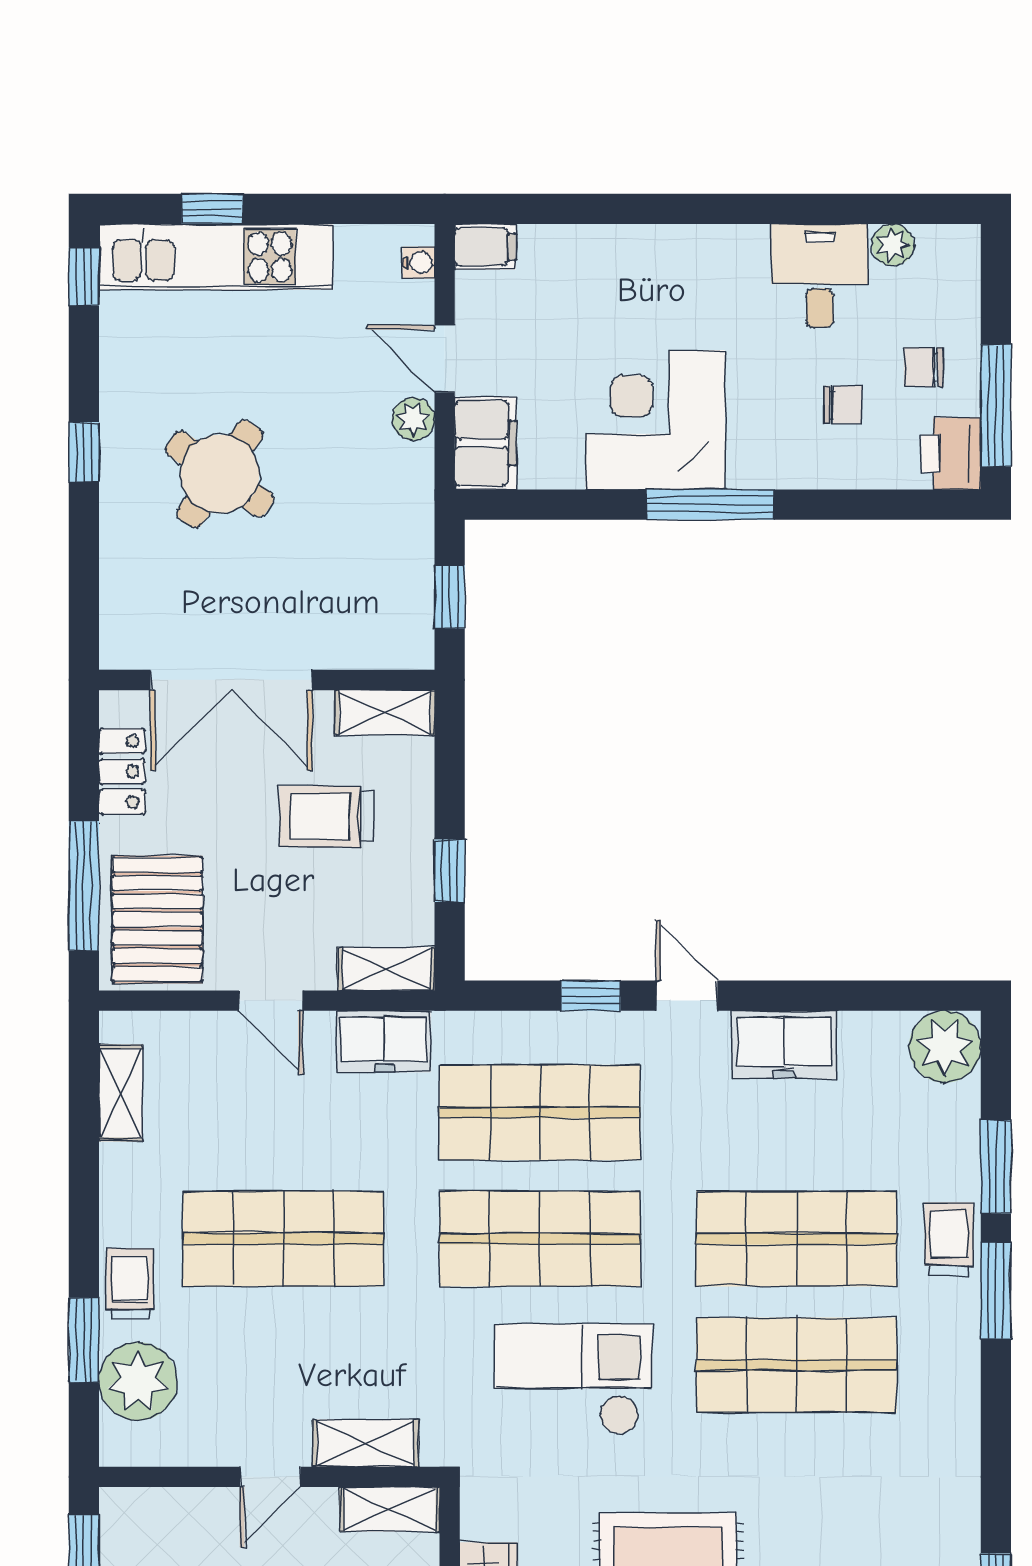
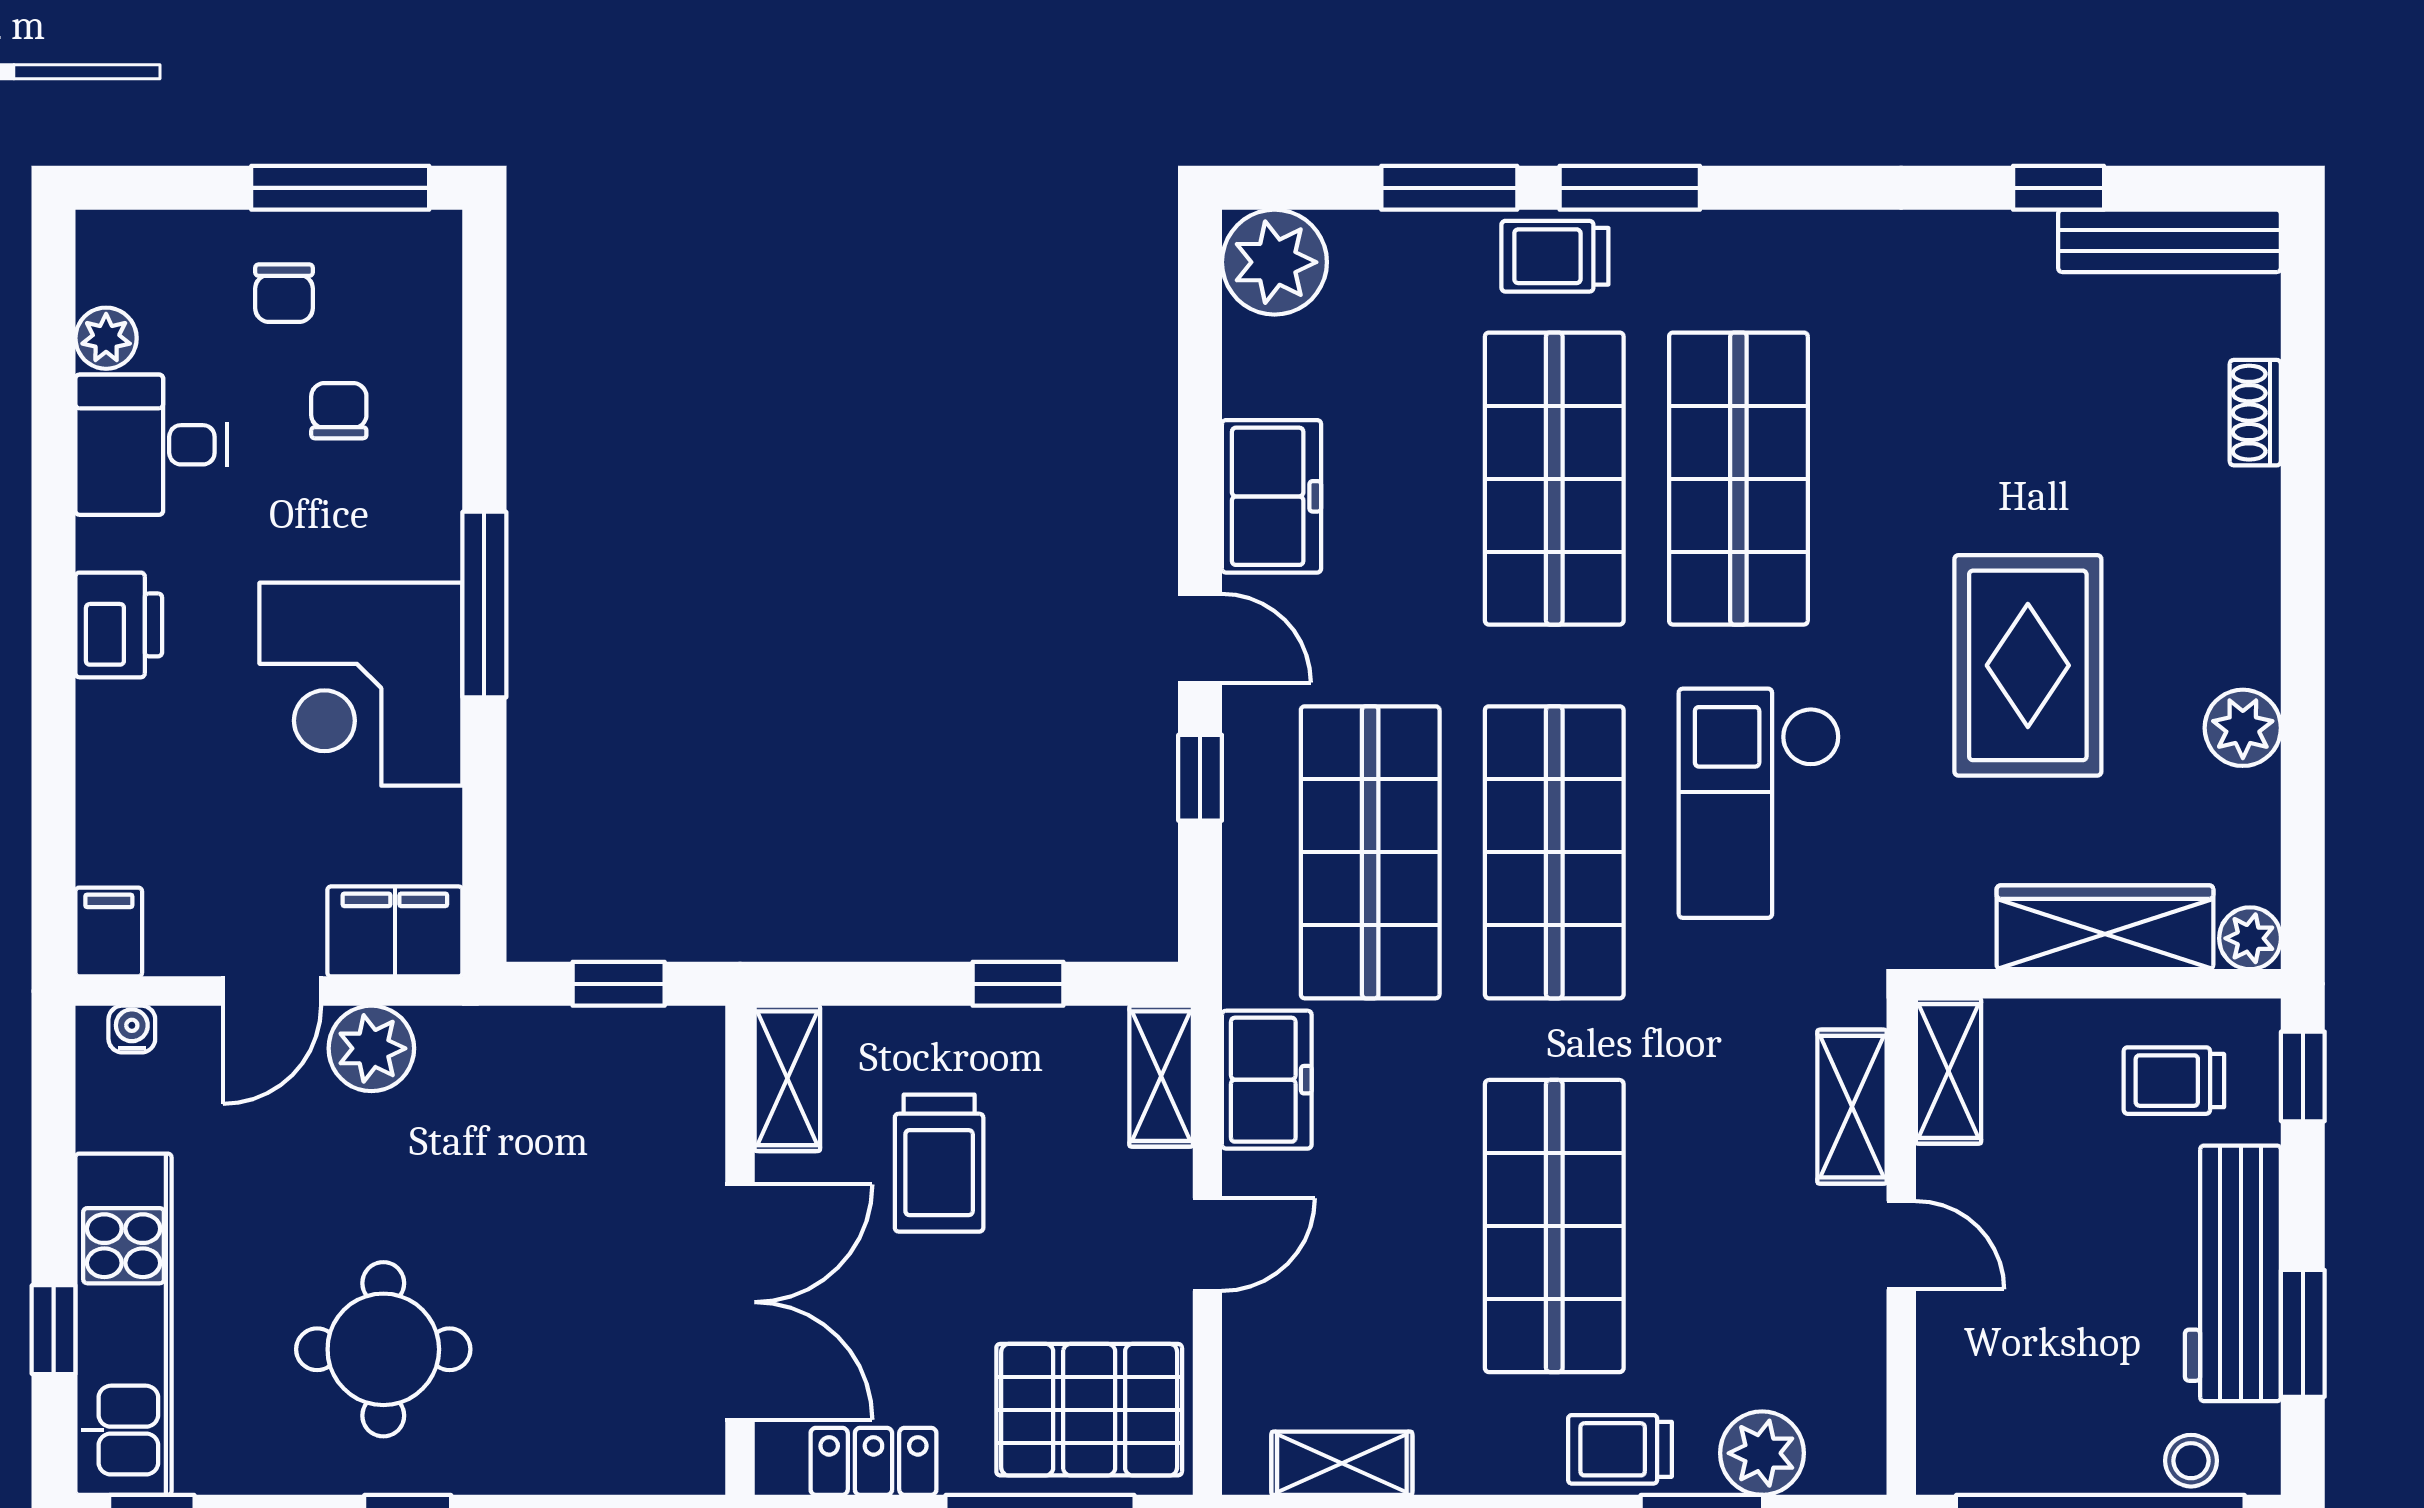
plant: (413, 419) -> (371, 1048), width x1.38, depth x1.38
printer: (951, 454) -> (119, 625), moved, turned -90
round table: (220, 474) -> (383, 1349), moved, turned -35
door: (687, 996) -> (1200, 638), swing flipped
plant: (138, 1381) -> (1762, 1453), width x0.73, depth x0.73

